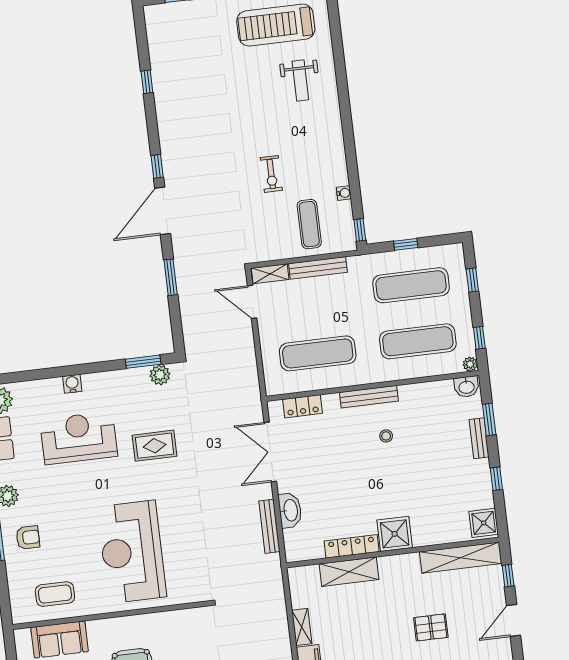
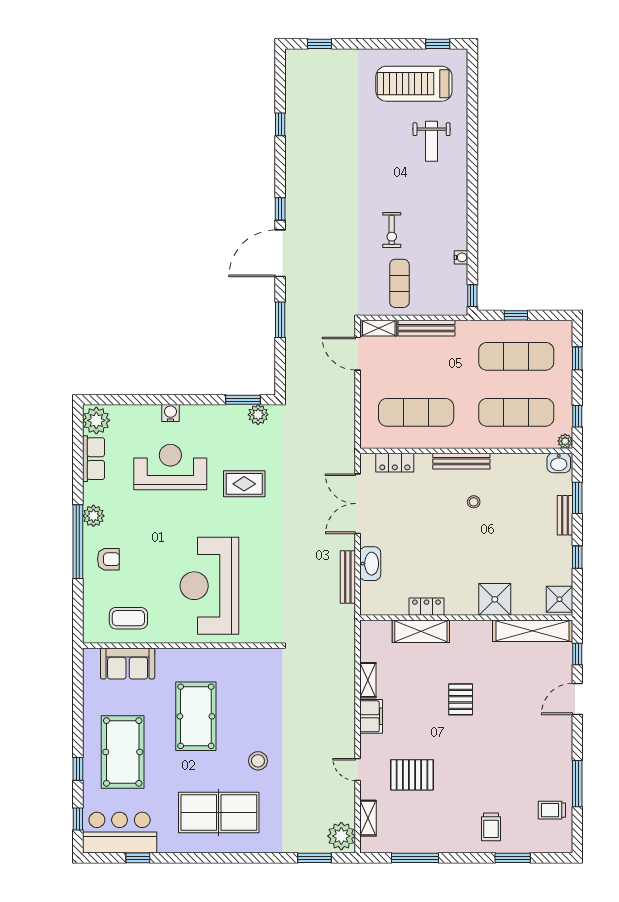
exercise mat: (309, 224) -> (399, 283), moved
shower: (395, 534) -> (495, 599), moved
locker: (352, 546) -> (426, 607), width x0.66
pallet: (431, 627) -> (461, 699), moved, turned 90

